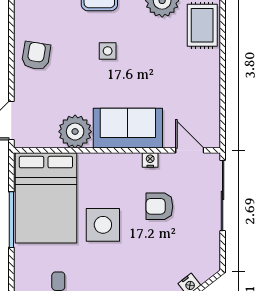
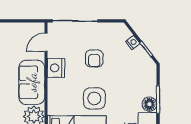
nightstand: (150, 160) -> (56, 68), width x1.89, depth x1.79
armchair: (159, 206) -> (94, 58), moved

